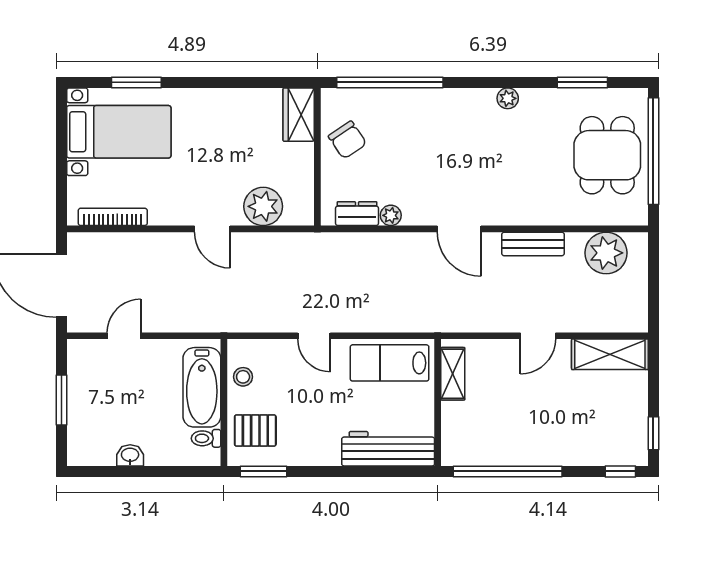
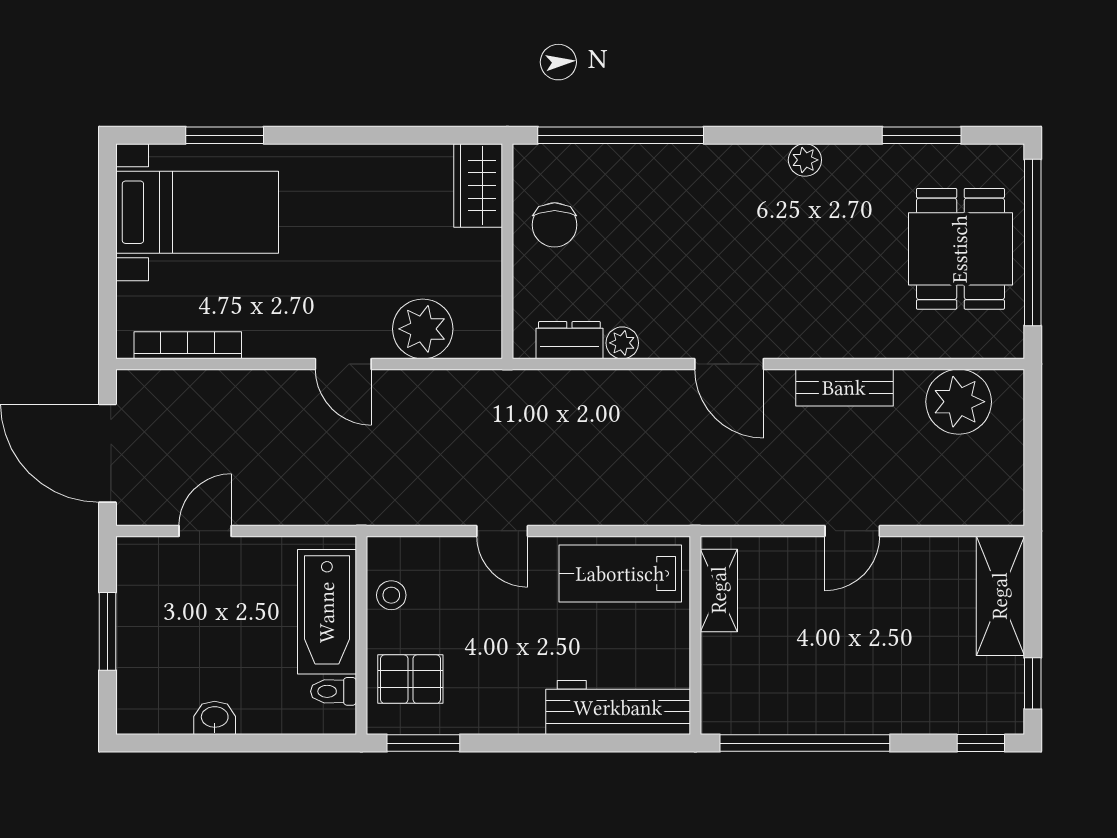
chair: (347, 140) -> (555, 225), turned 34
shelving: (610, 354) -> (1000, 596), moved, turned 90

